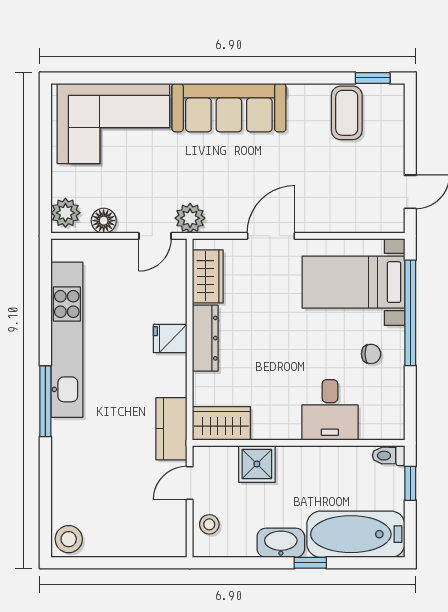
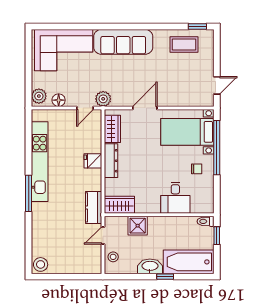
coffee table: (347, 113) -> (184, 45), turned 90

